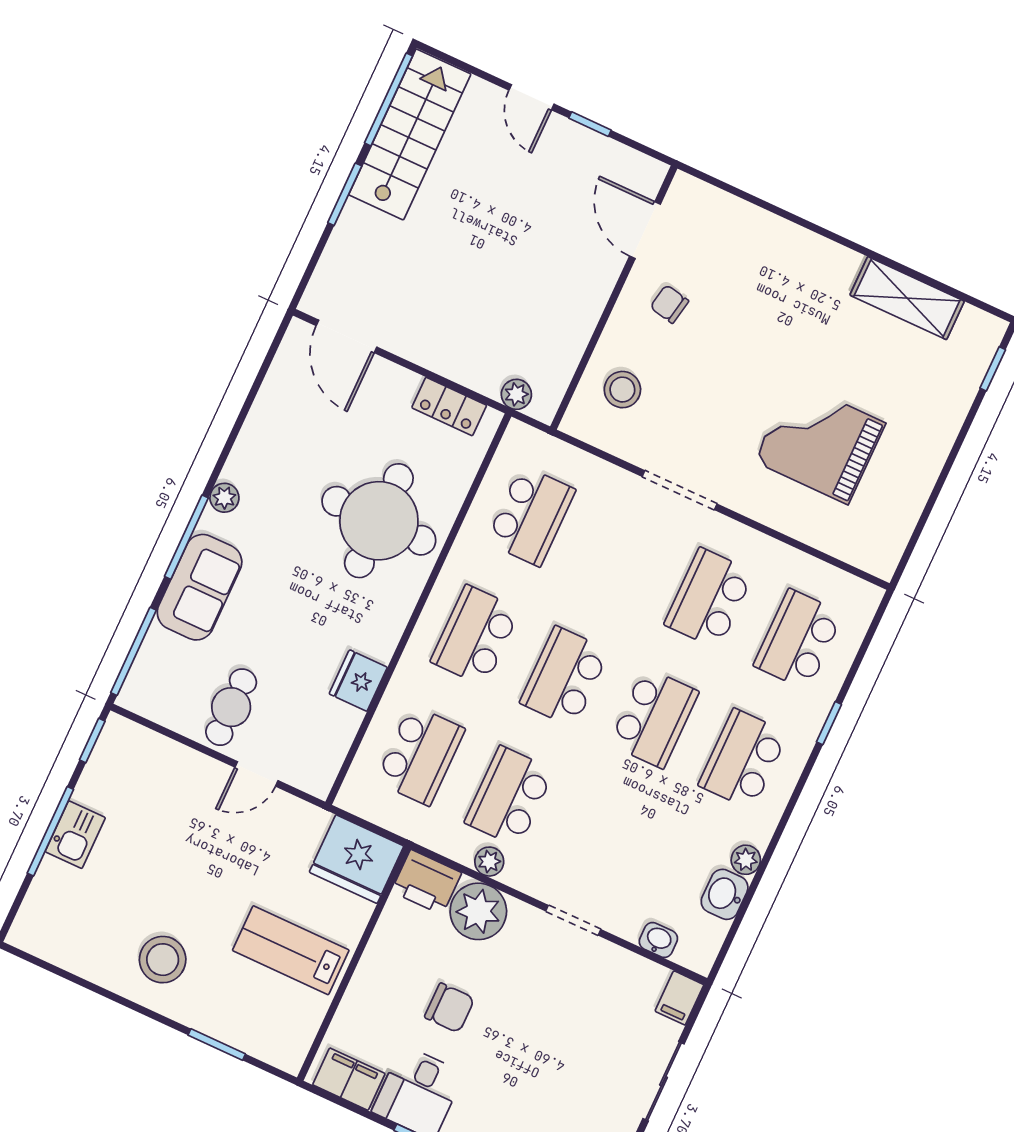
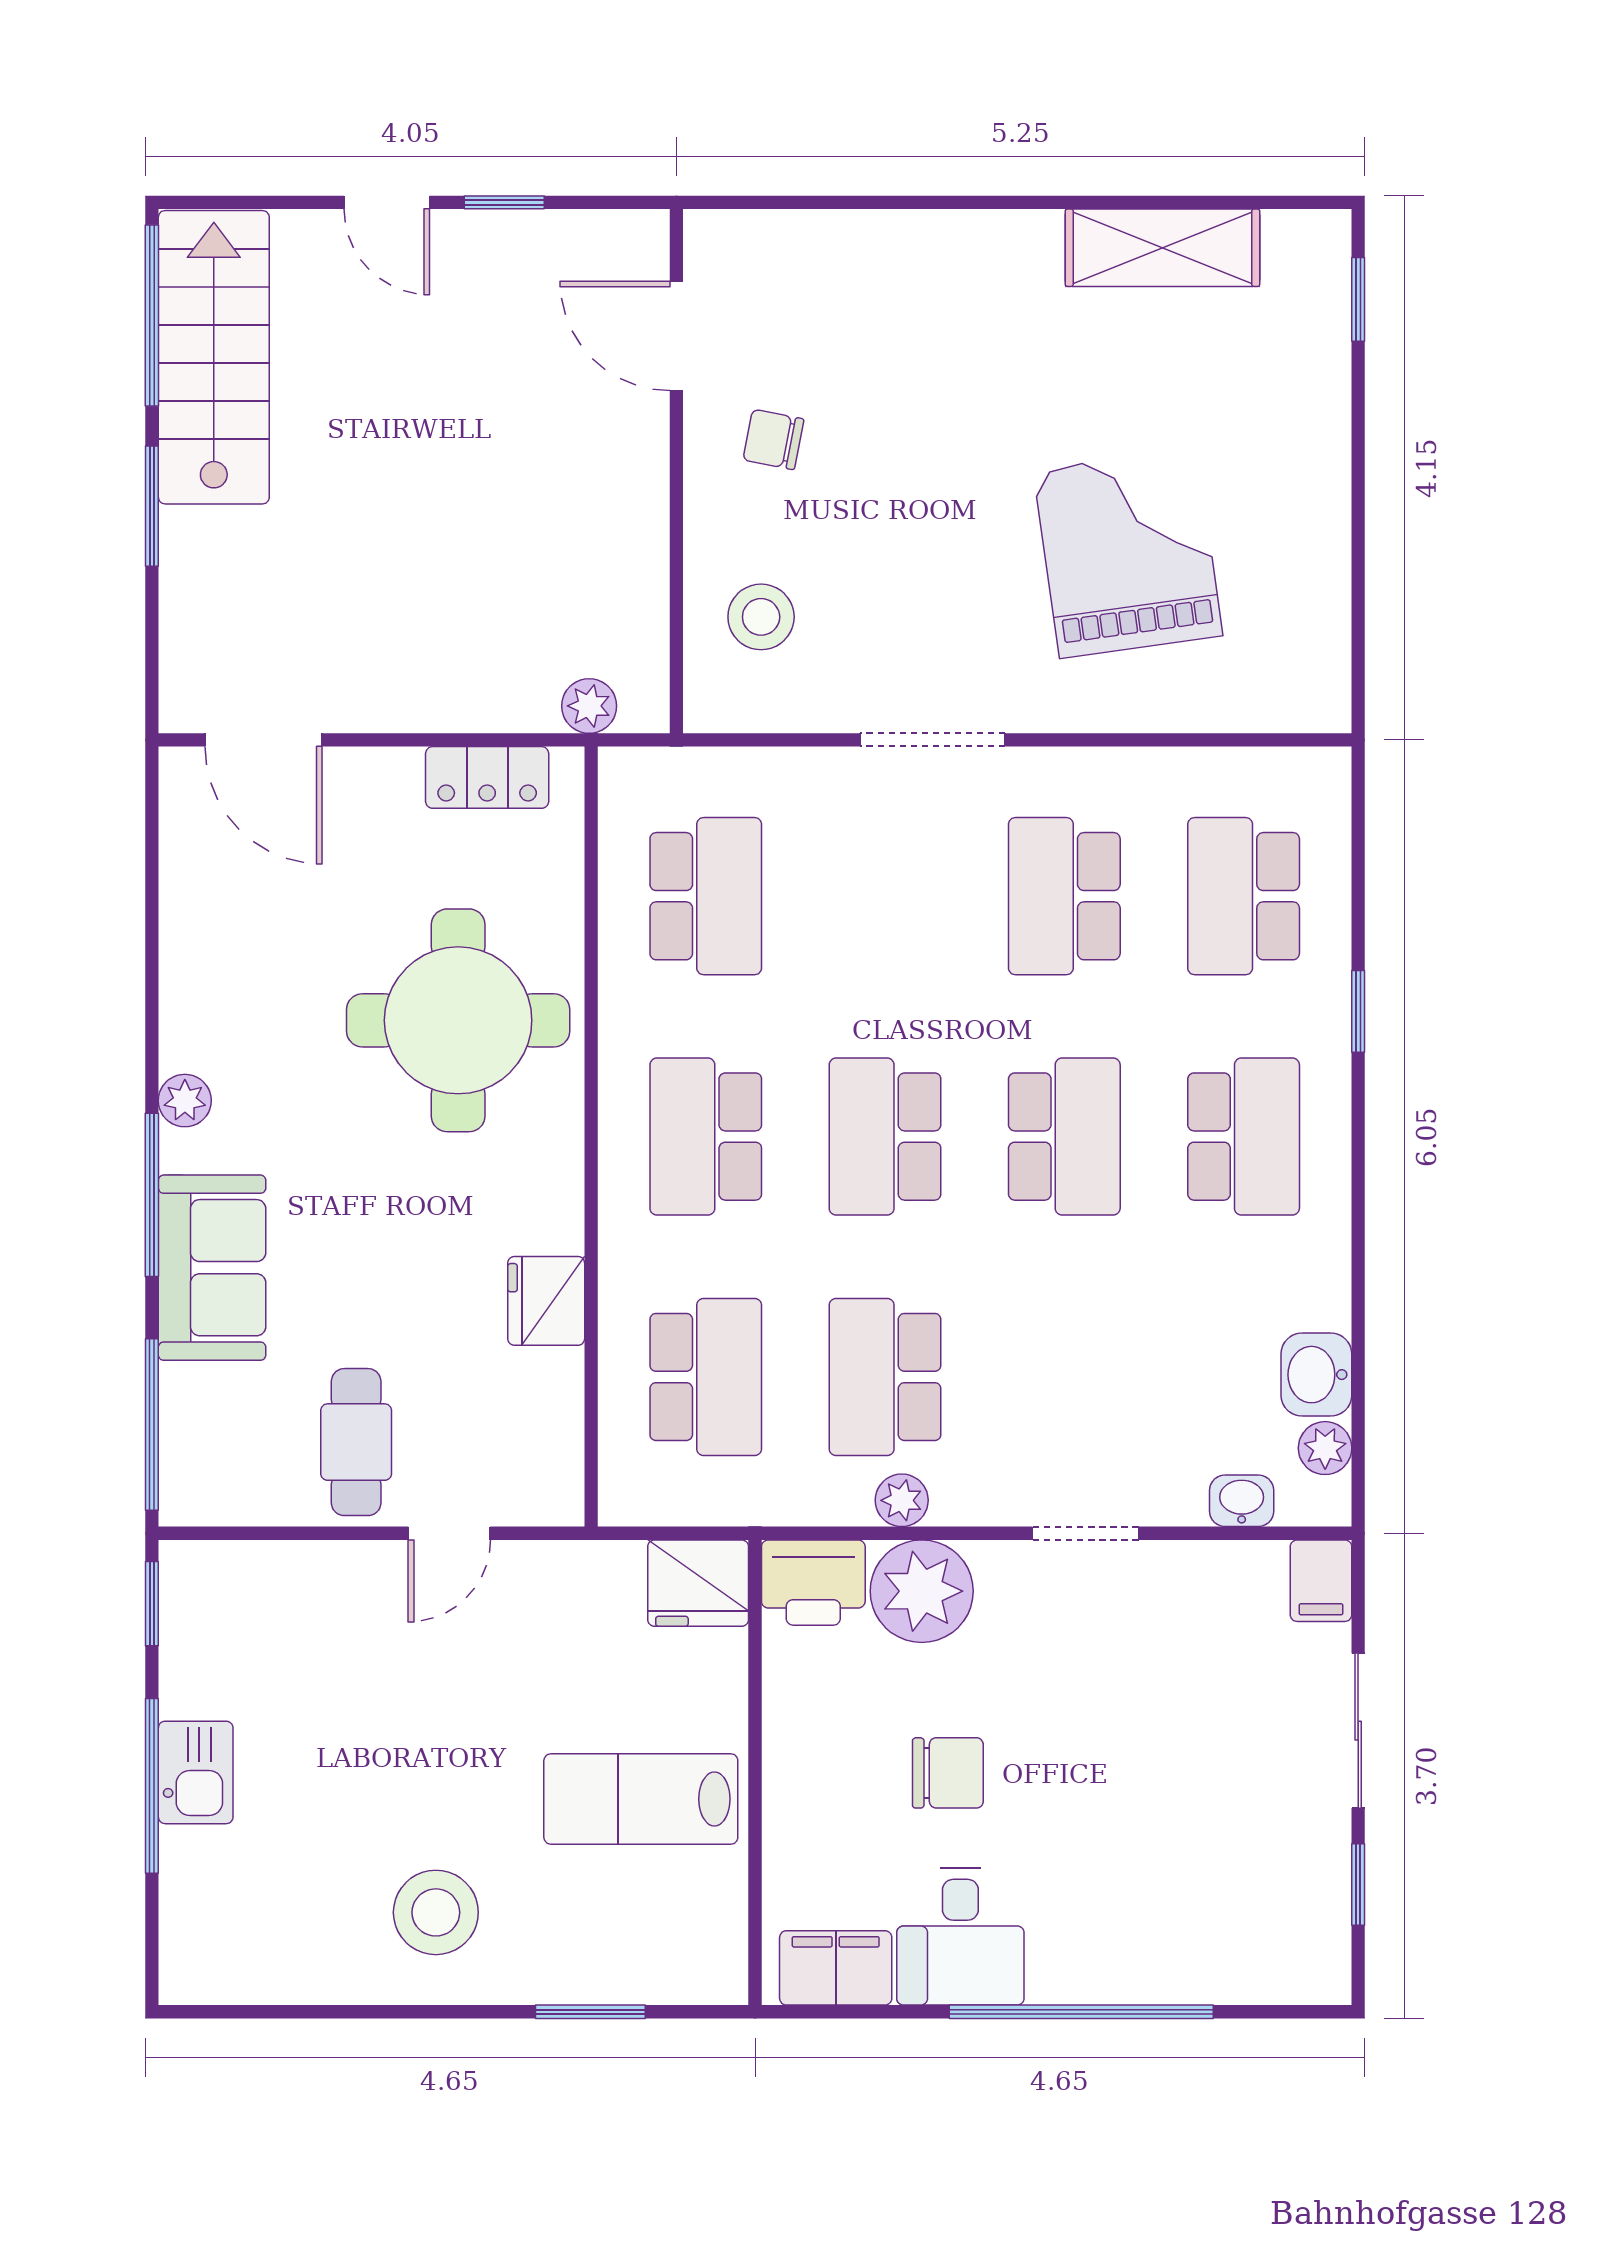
grand piano: (820, 442) -> (1128, 553), turned 82
school desk: (743, 759) -> (1244, 1137), turned 180
fridge: (356, 859) -> (698, 1583), width x0.73, depth x0.75
plant: (746, 860) -> (1325, 1448), moved

